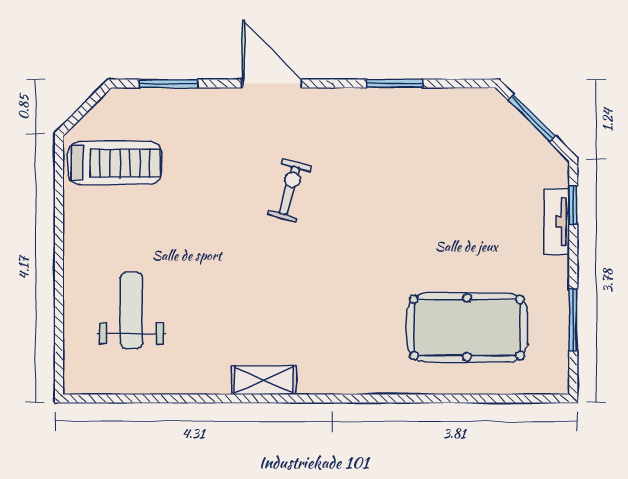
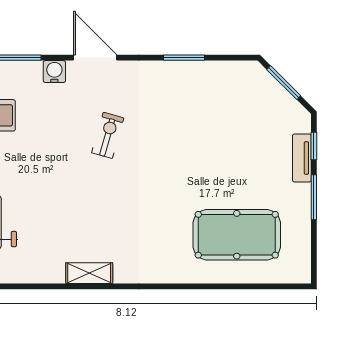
water cooler: (216, 103) -> (54, 72), added
window: (573, 320) -> (314, 197), moved

